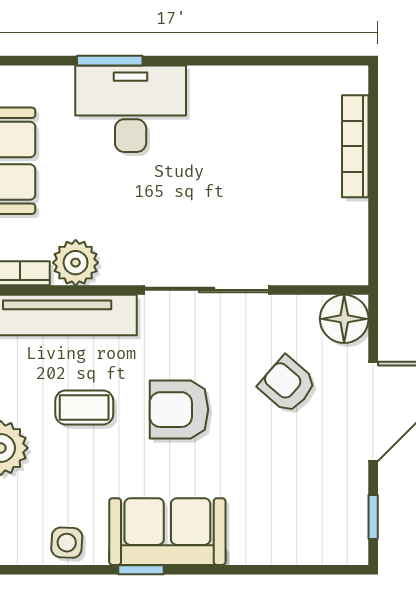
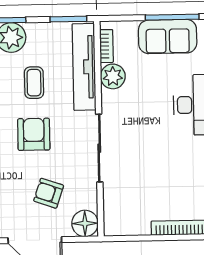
armchair: (287, 384) -> (49, 193), turned -112

